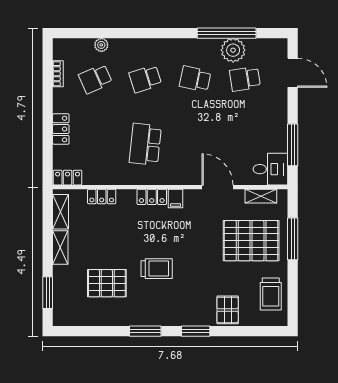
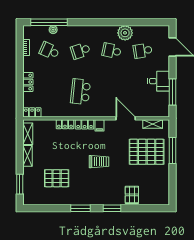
window: (227, 33) -> (49, 22), moved
plant: (233, 50) -> (125, 33), moved
school desk: (95, 79) -> (49, 51), turned 48
desk: (270, 169) -> (159, 81), moved
locker: (102, 197) -> (65, 124), moved
trolley: (157, 269) -> (99, 162), moved
trolley: (271, 294) -> (159, 185), removed

